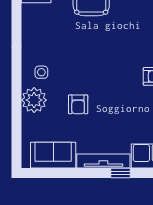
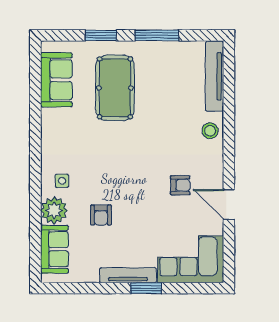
sofa: (53, 155) -> (54, 249), moved, turned 90
window: (121, 173) -> (146, 288), width x1.50

